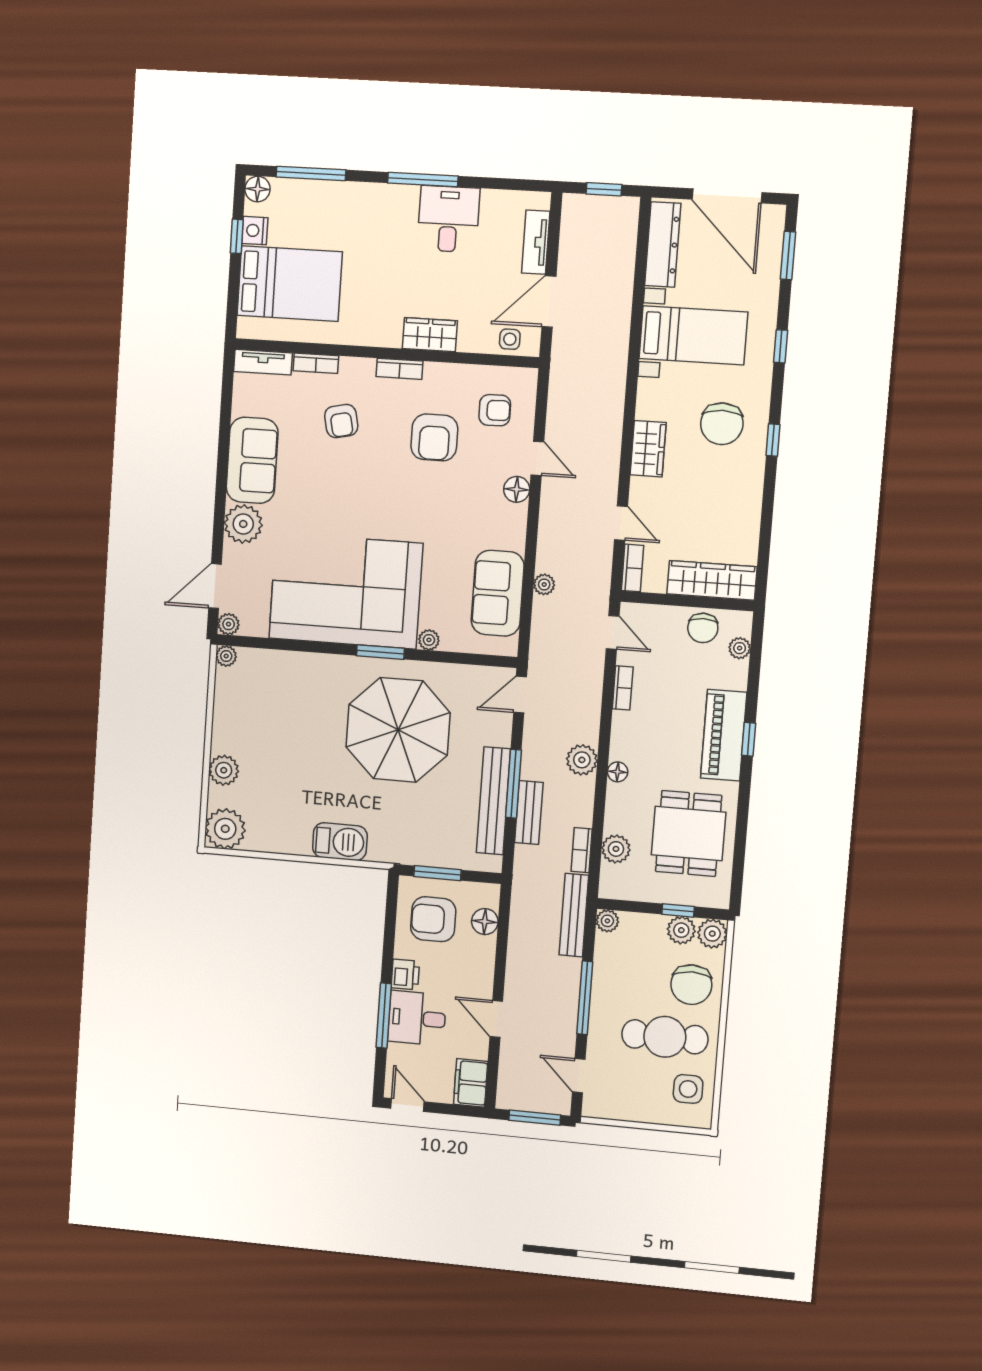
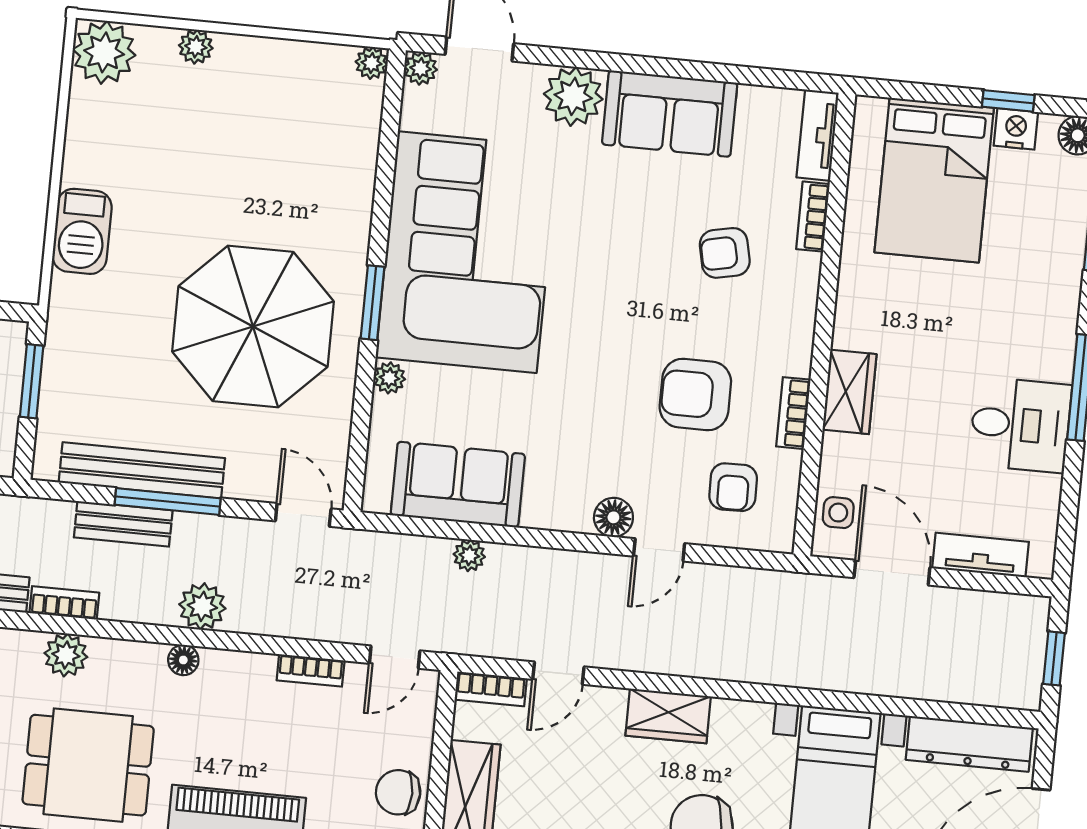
bookcase: (399, 369) -> (793, 413), moved
plant: (224, 770) -> (196, 47), width x0.73, depth x0.73

